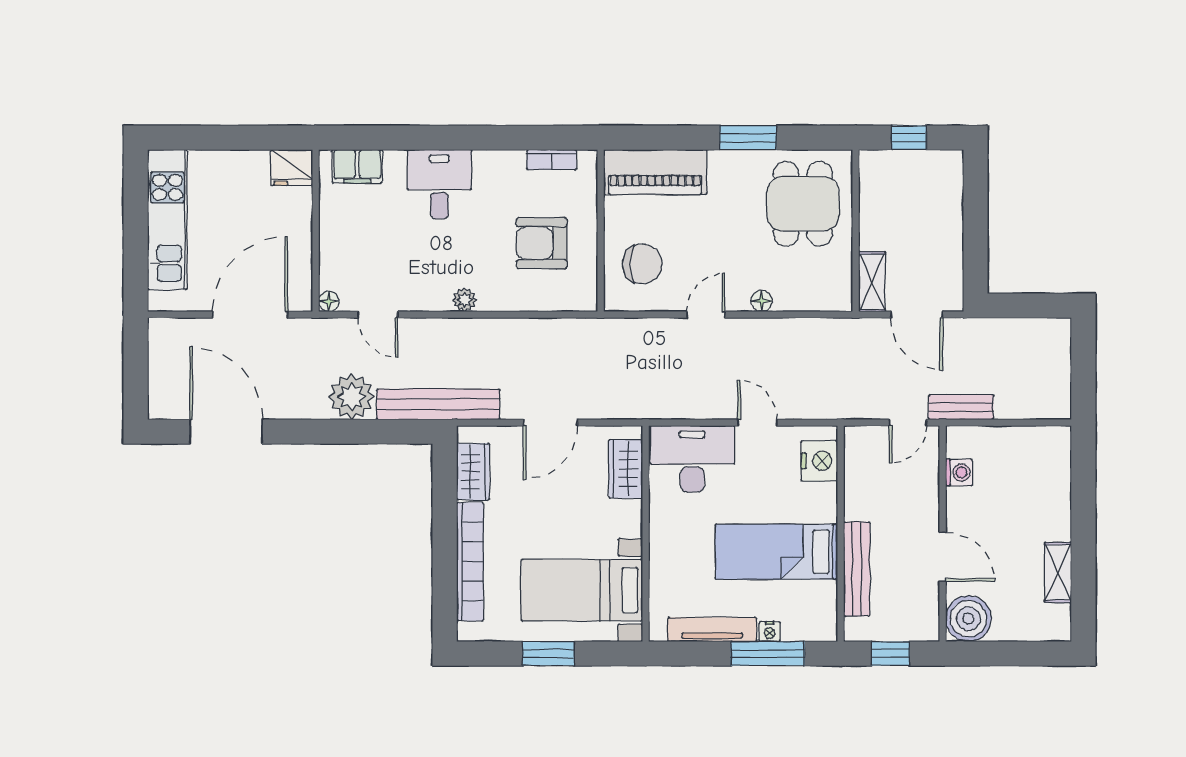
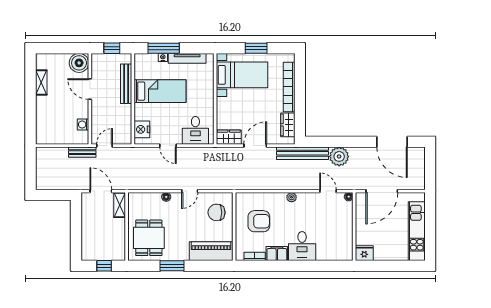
filing cabinet: (357, 166) -> (277, 254), moved
desk: (692, 459) -> (195, 130), width x0.73
wardrobe: (626, 469) -> (229, 137), moved, turned -90

